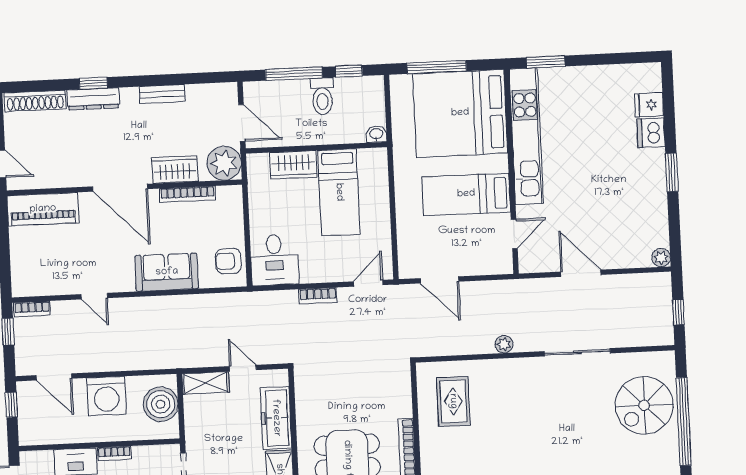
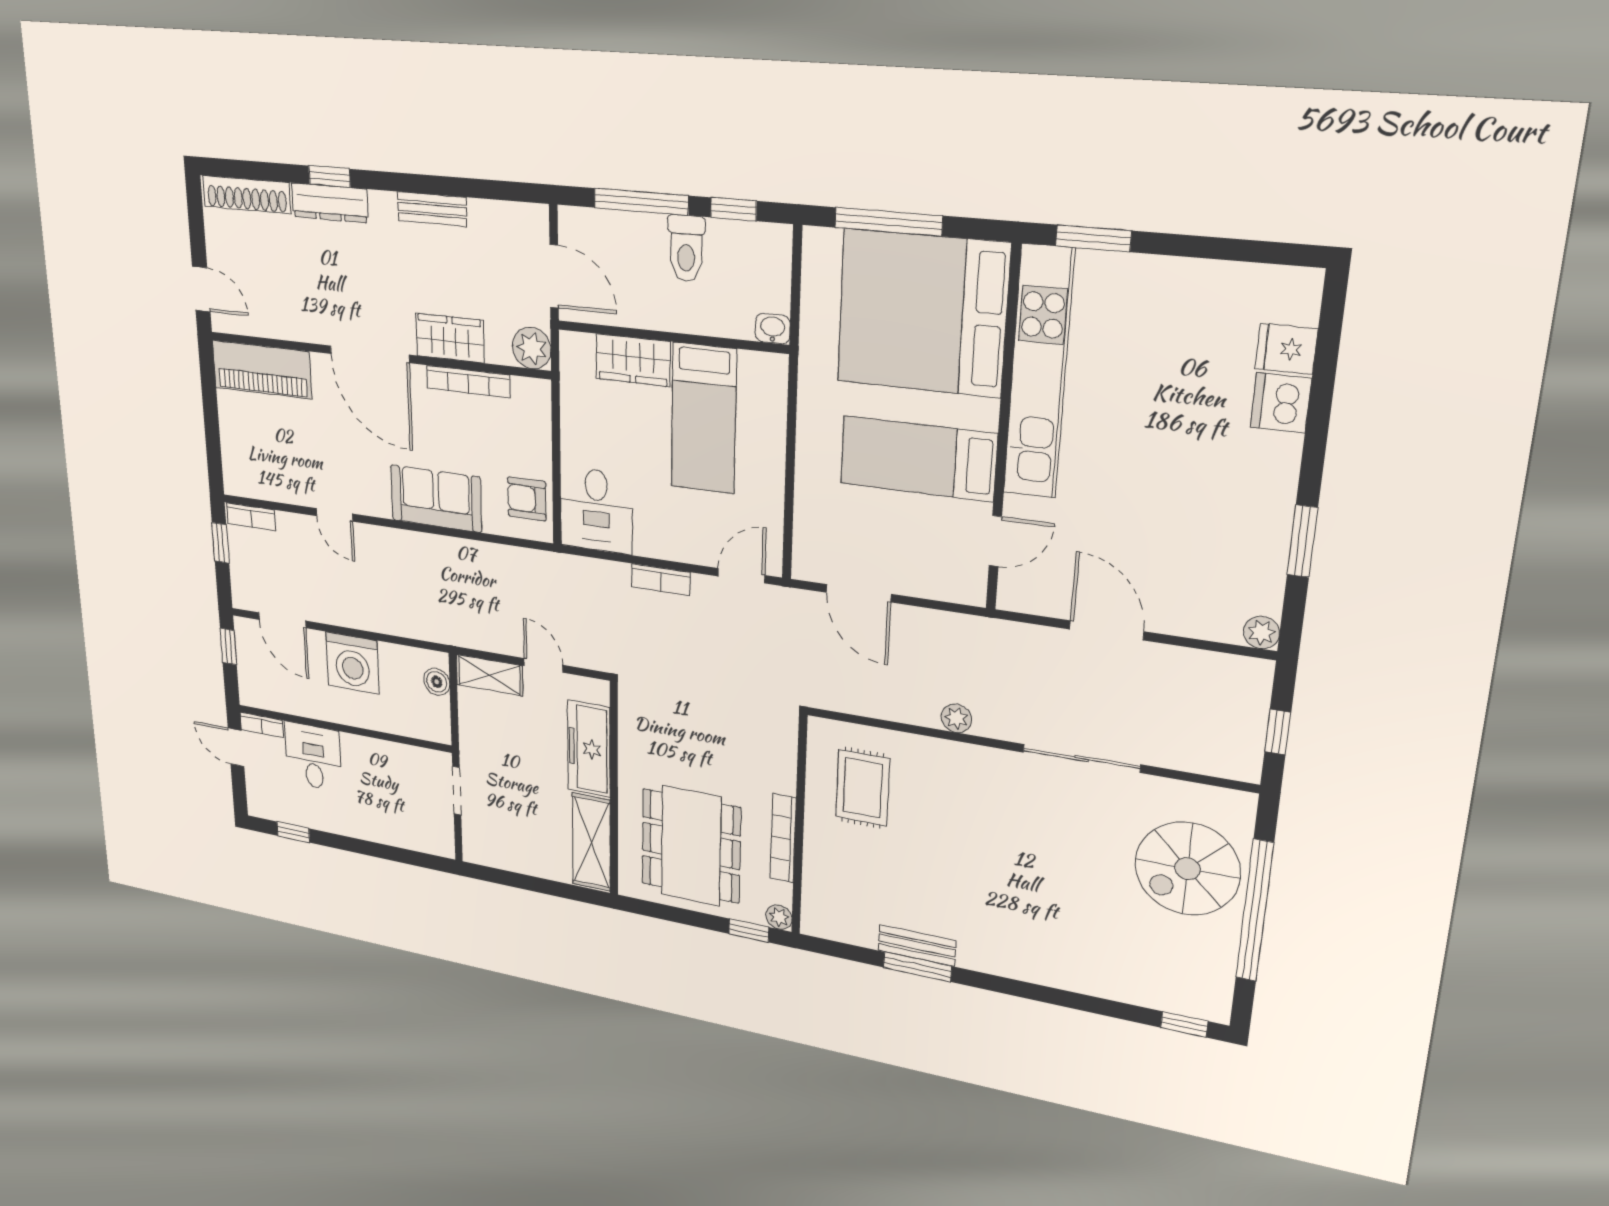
plant: (224, 163) -> (532, 348), width x0.73, depth x0.73
window: (672, 172) -> (1302, 541), moved
boiler: (161, 404) -> (437, 682), width x0.54, depth x0.54
bookcase: (114, 453) -> (262, 725), moved

